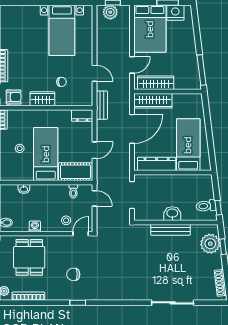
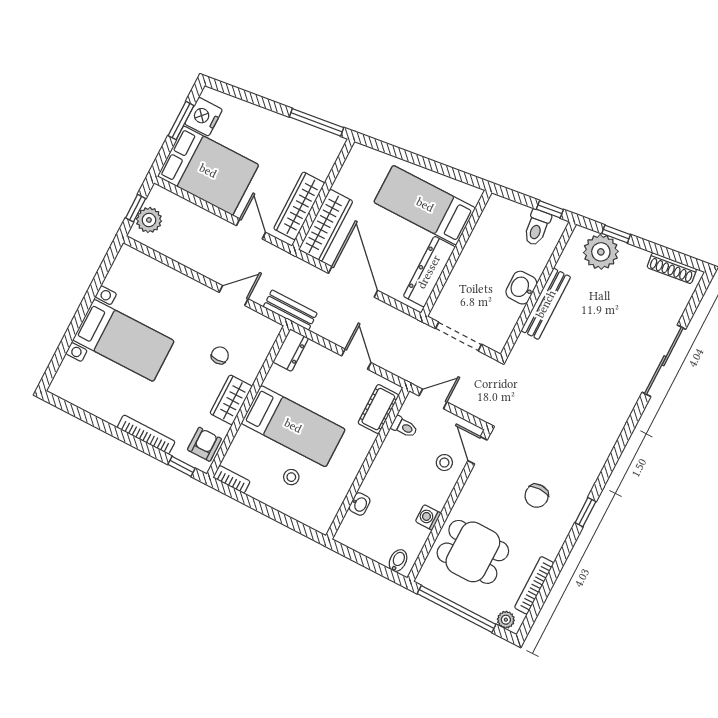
bed with nightstands: (62, 30) -> (123, 340), moved
bed: (46, 154) -> (293, 426), moved, turned 180
cot: (76, 172) -> (378, 409), width x0.73, depth x0.75

